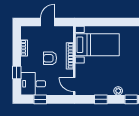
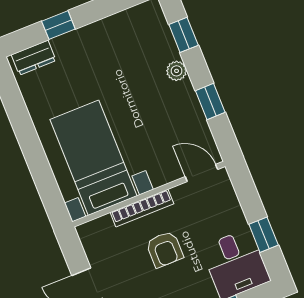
door: (74, 85) -> (201, 173), swing flipped

